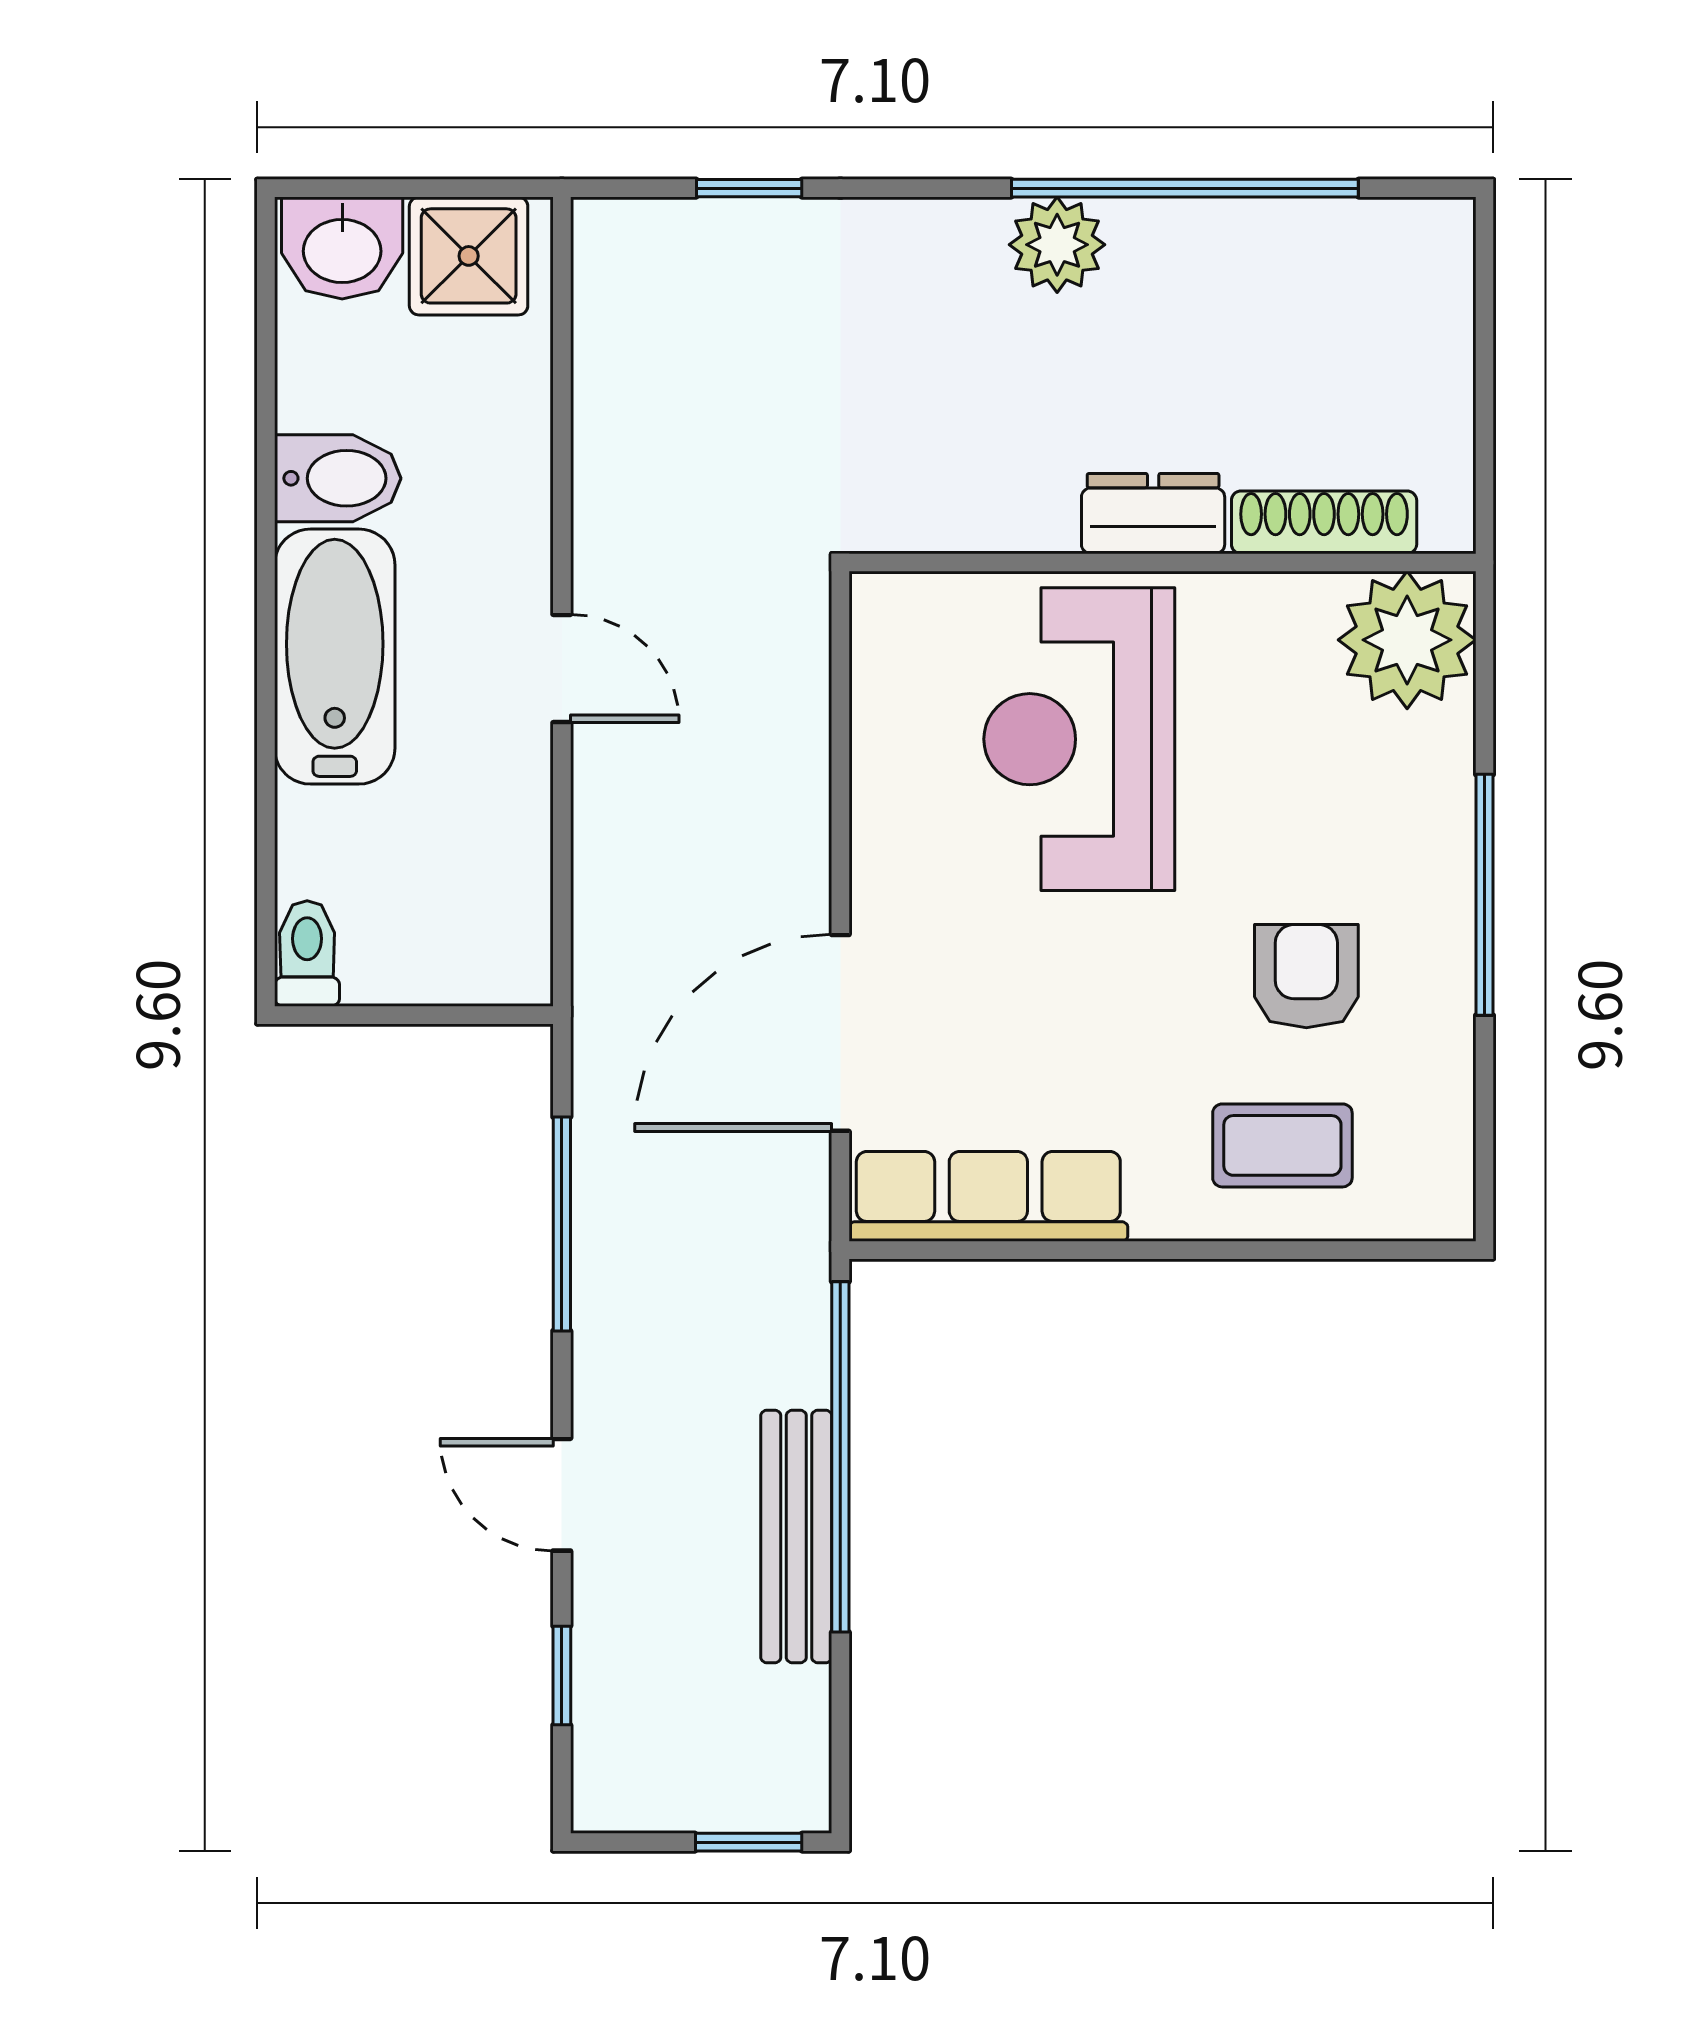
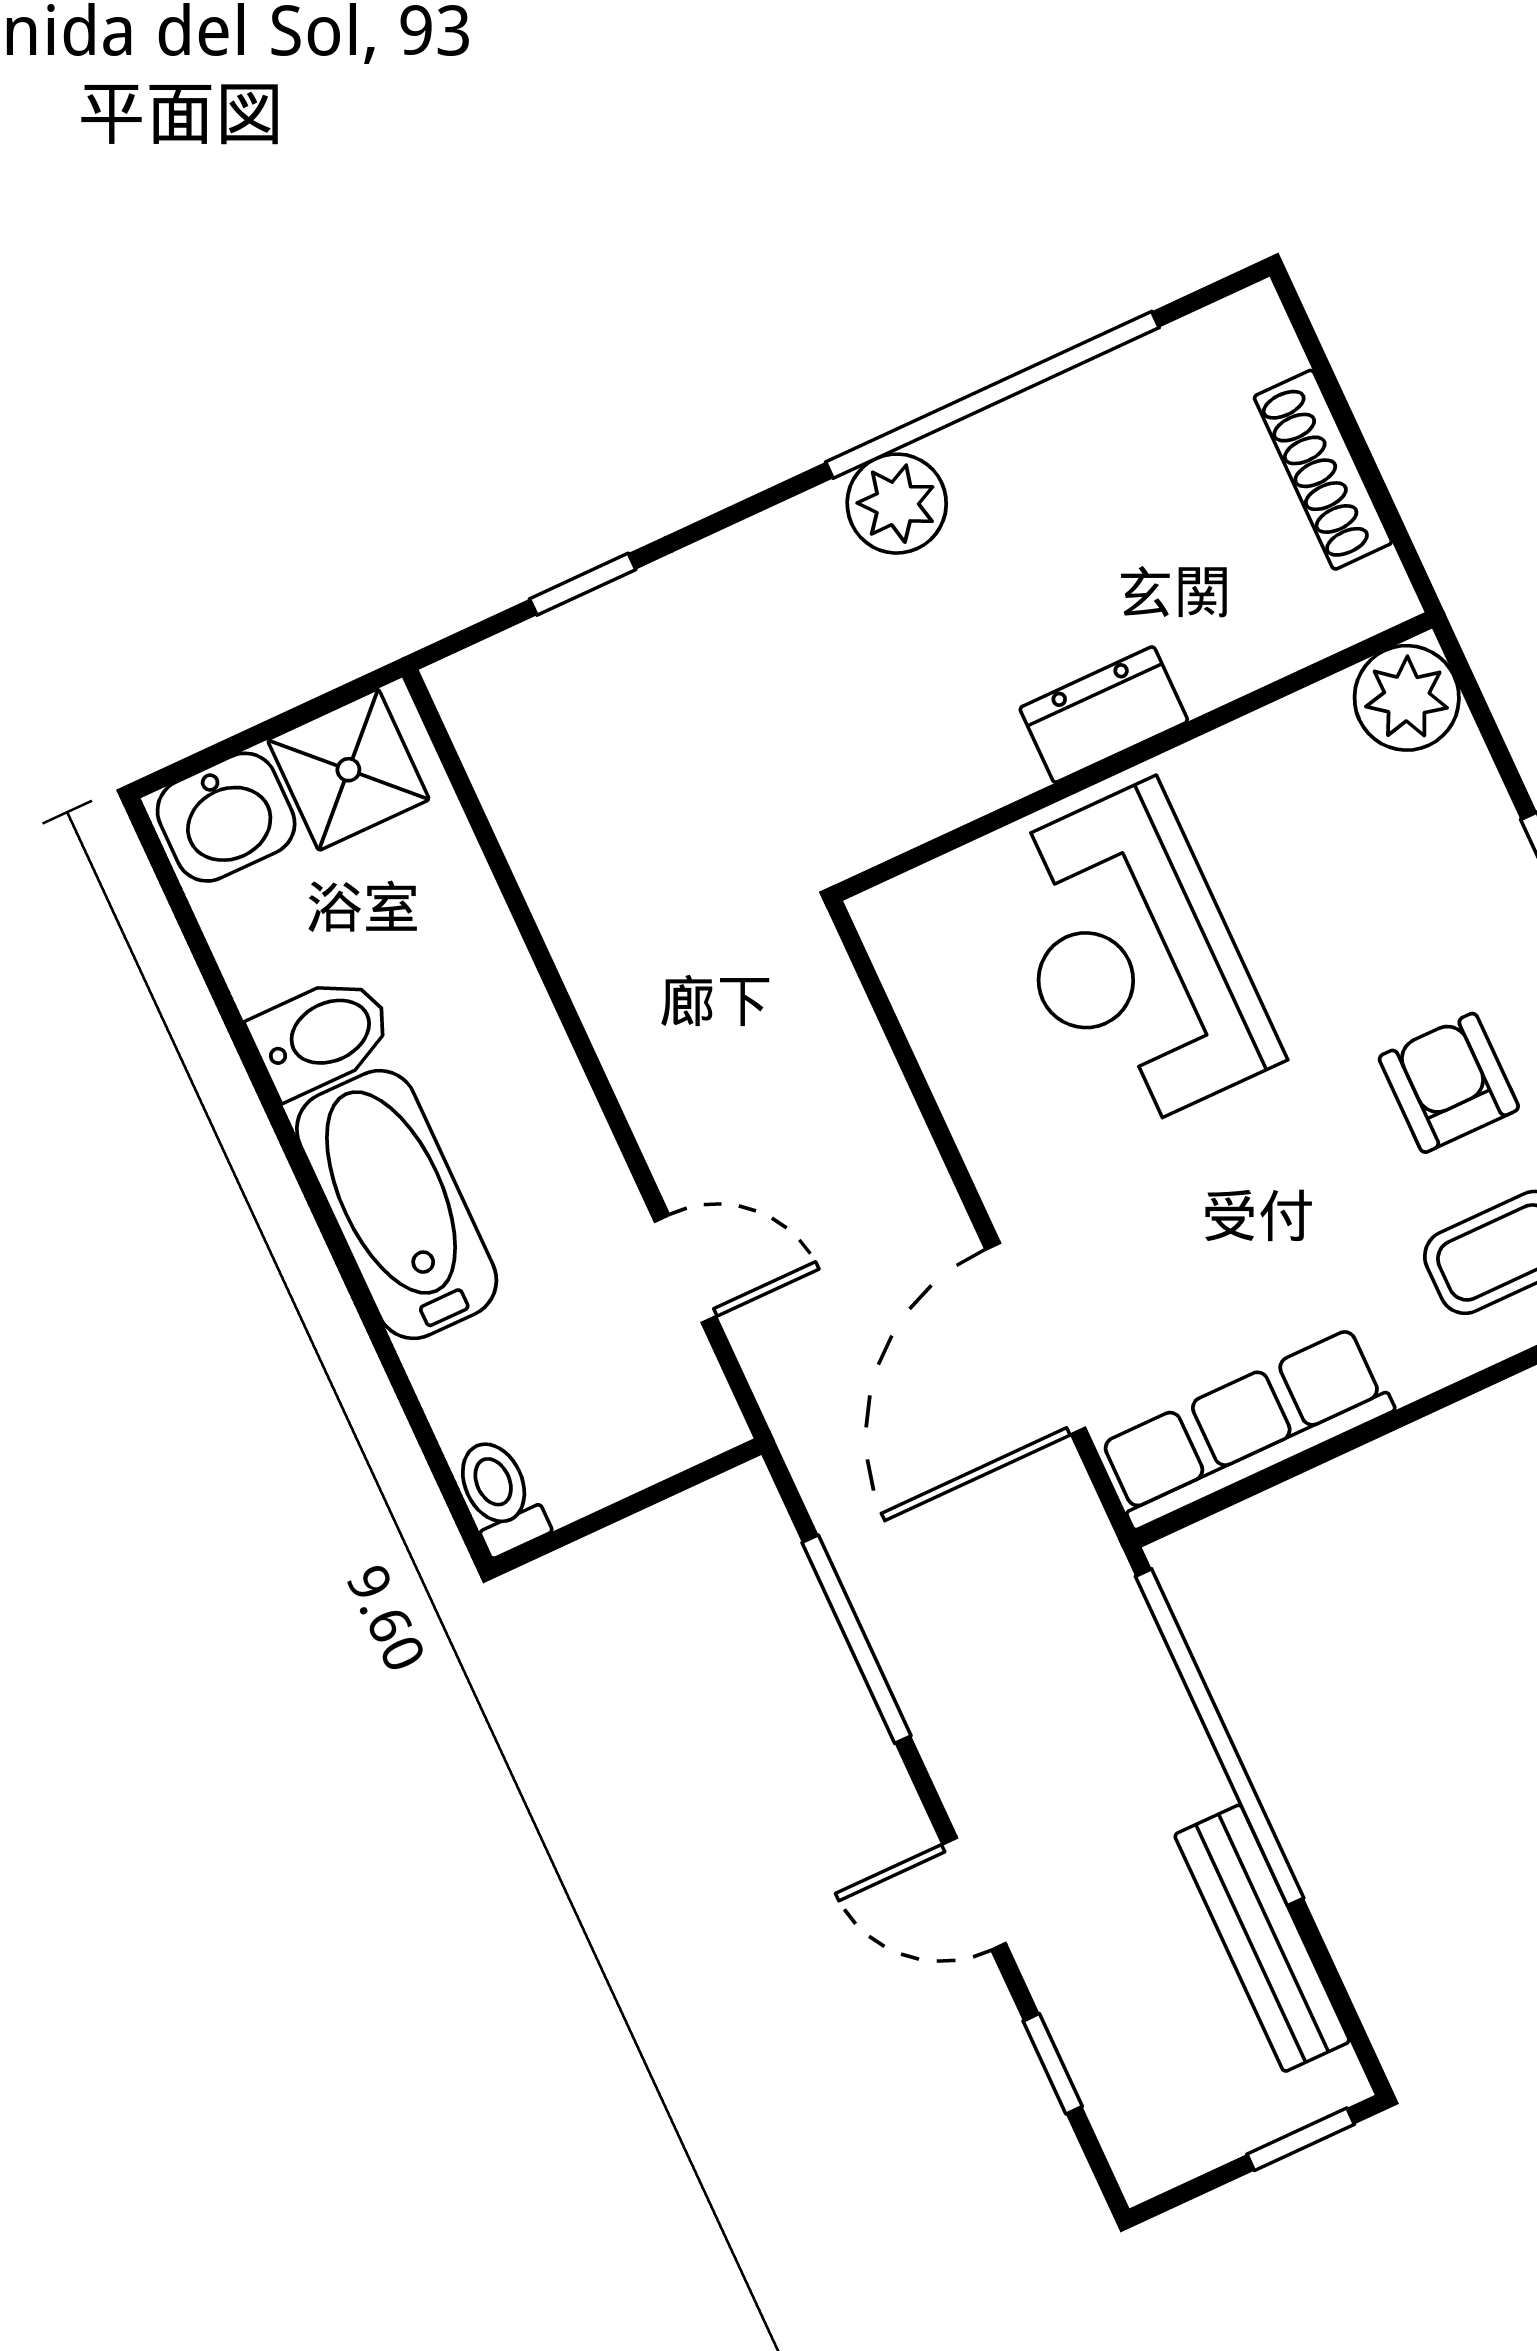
shoe rack: (1324, 522) -> (1323, 470), moved, turned -90
plant: (1407, 640) -> (1407, 698), width x0.73, depth x0.73
door: (562, 669) -> (685, 1269), moved
bench: (796, 1537) -> (1262, 1938), moved

